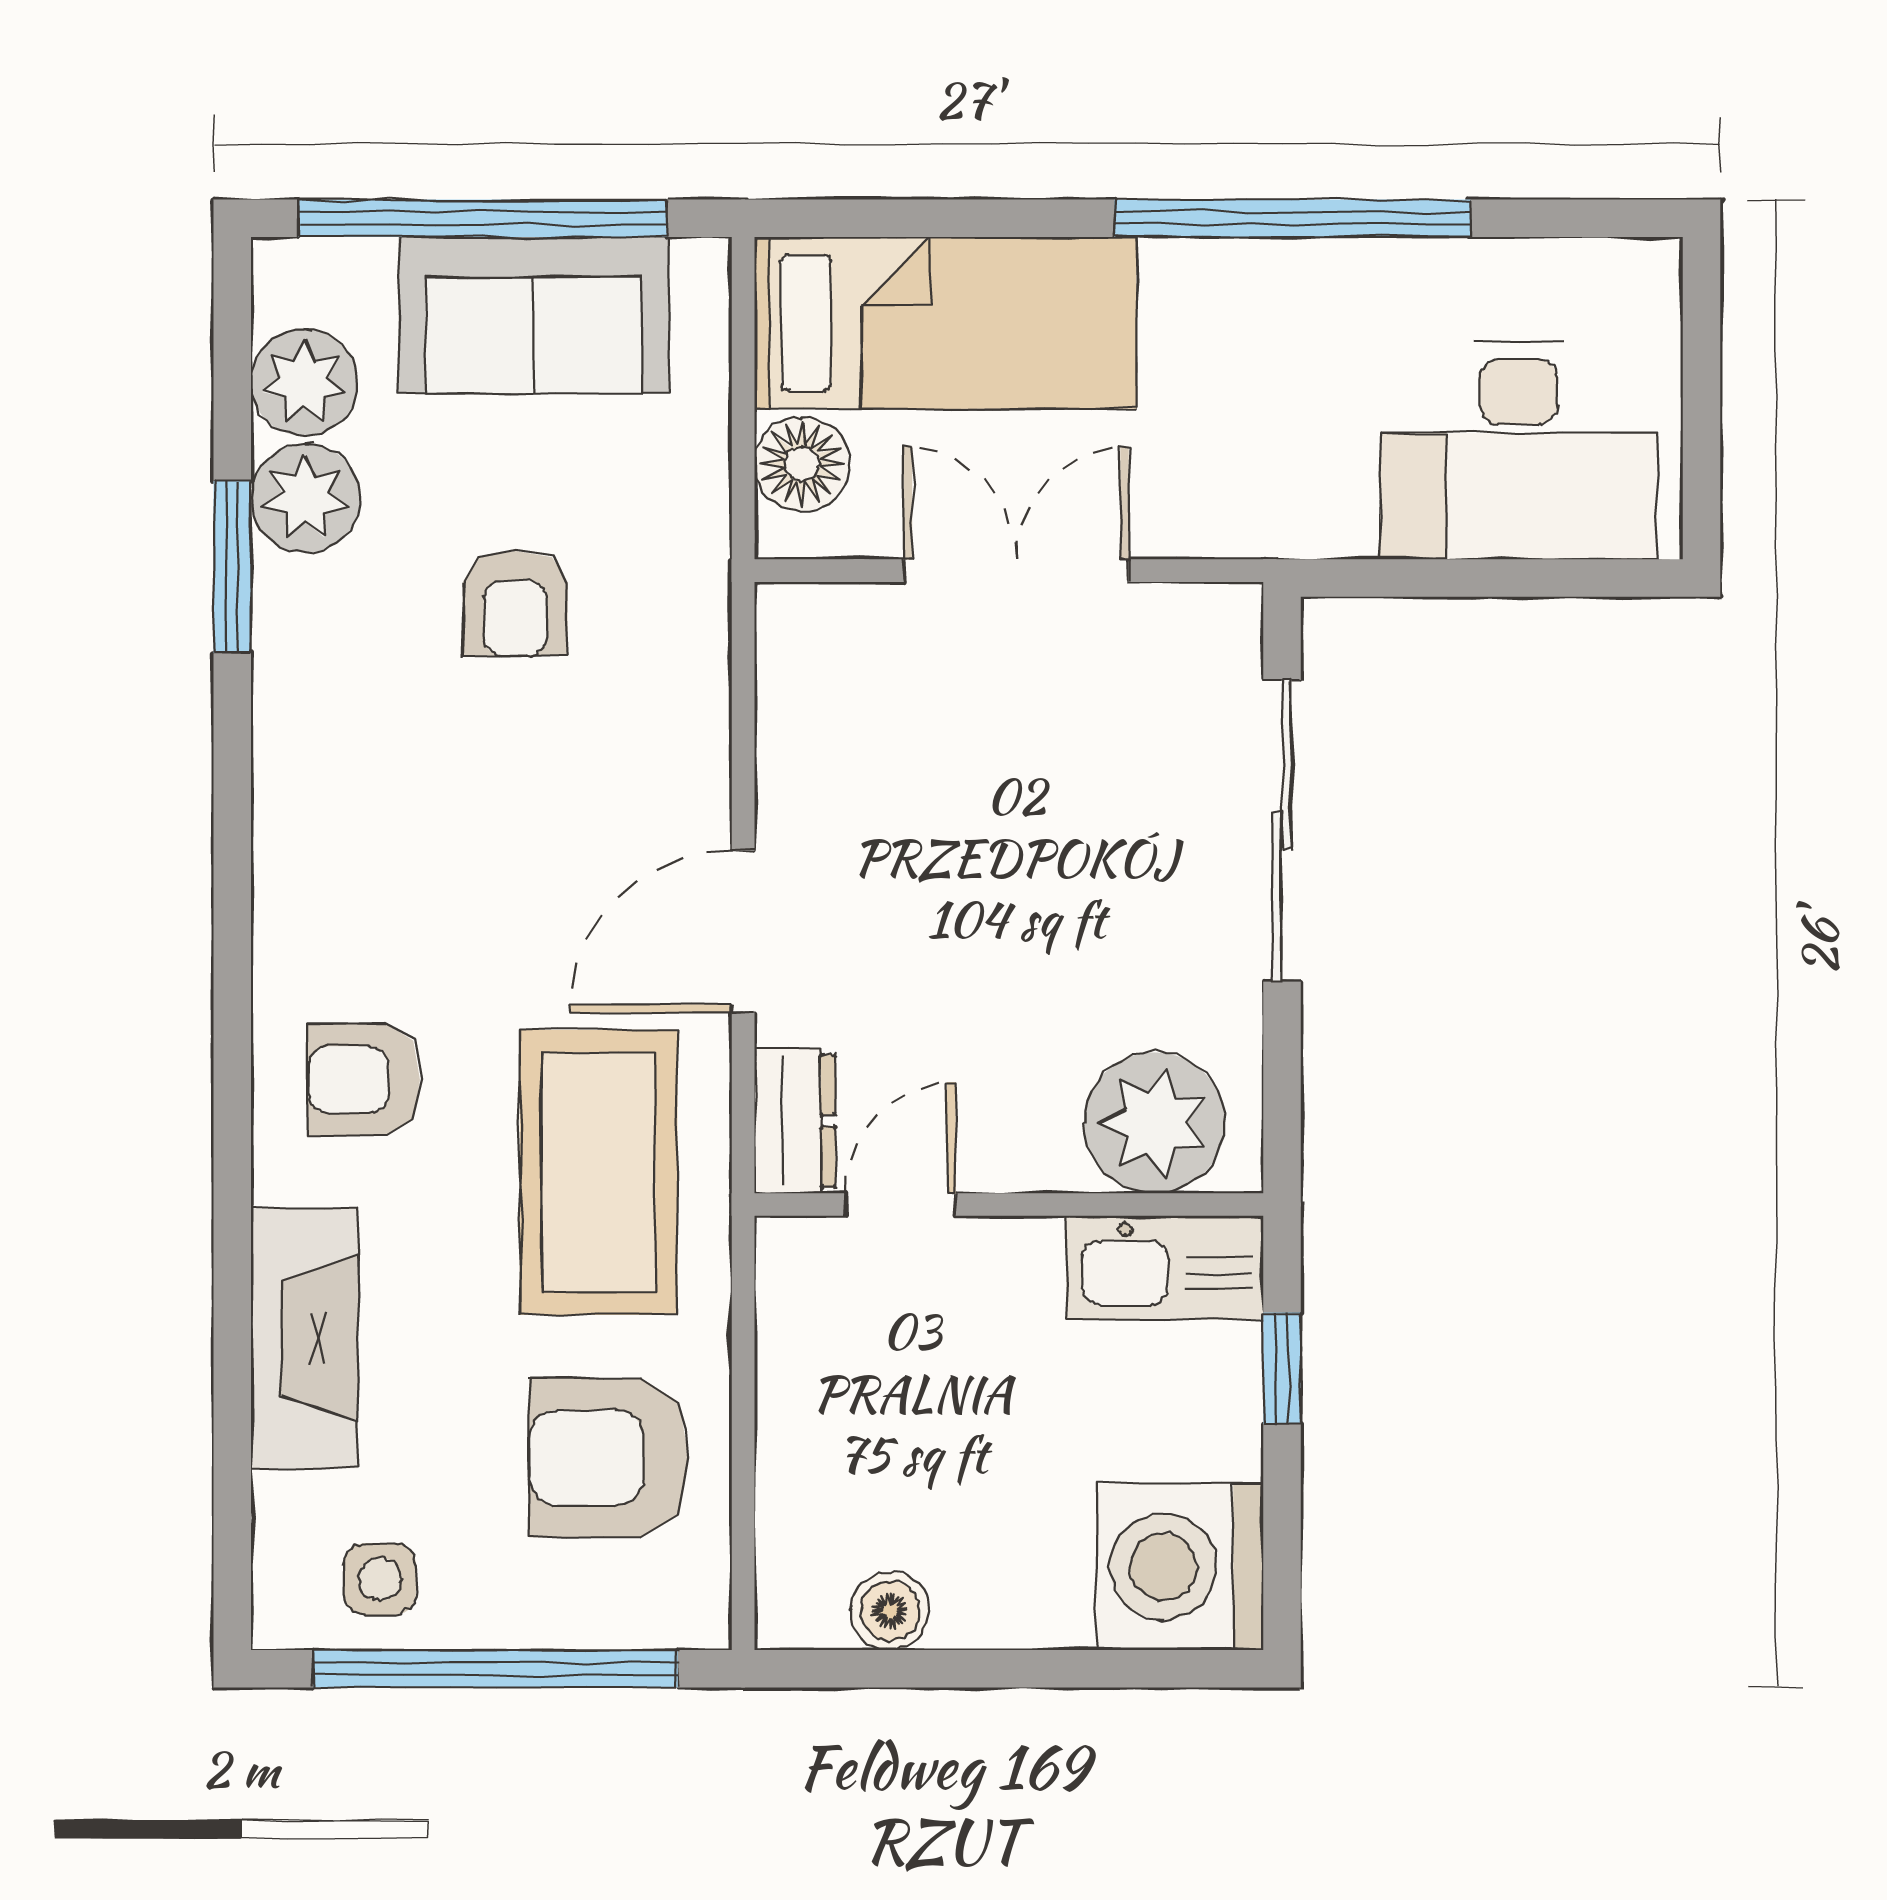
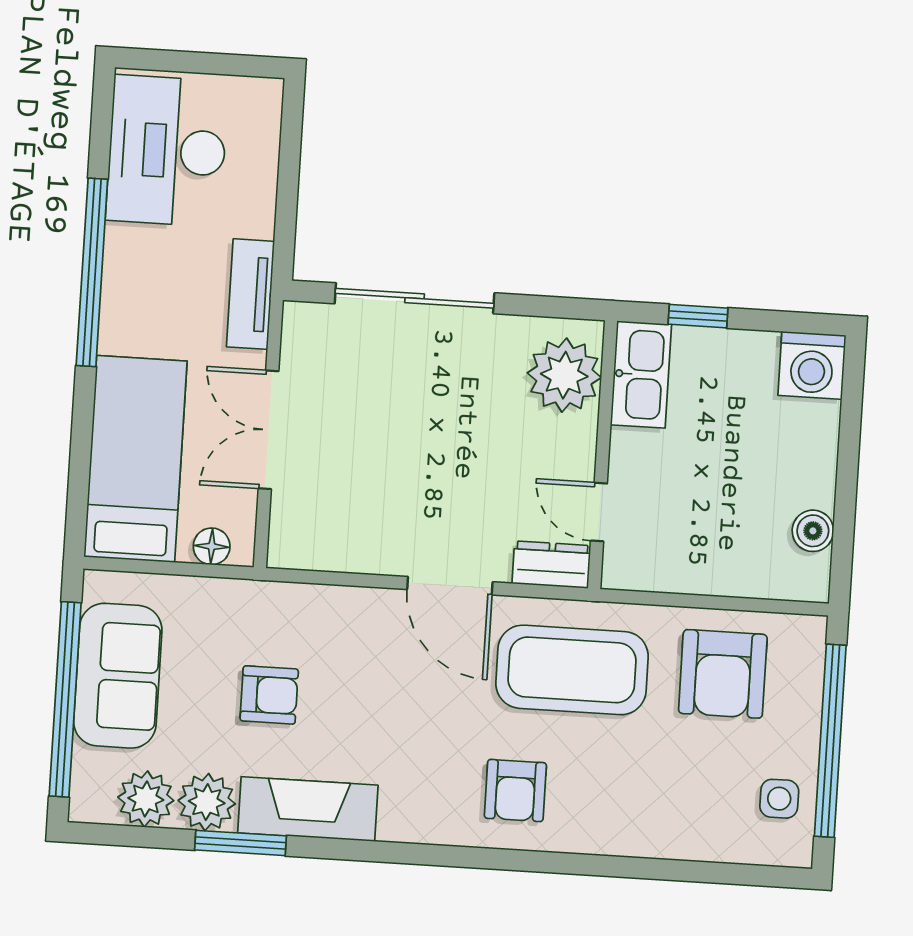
desk: (1519, 451) -> (167, 151), moved, turned 180
floor lamp: (802, 464) -> (212, 546), width x0.73, depth x0.73
tv unit: (1270, 520) -> (250, 294), added
fireplace: (304, 1338) -> (308, 809), moved
washing machine: (1180, 1567) -> (812, 365), width x0.73, depth x0.73

